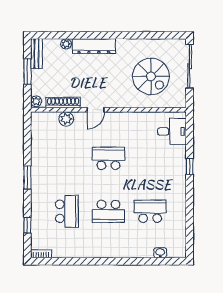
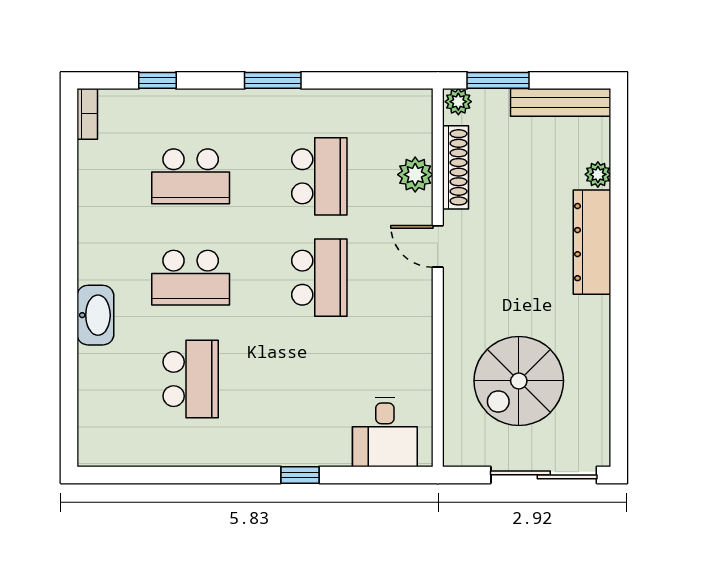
bench: (36, 54) -> (561, 102), width x1.36
window: (27, 72) -> (498, 80), moved
school desk: (67, 158) -> (319, 176), added
school desk: (108, 211) -> (191, 278), turned -90
washbasin: (160, 253) -> (95, 315), moved, width x1.91, depth x1.45

